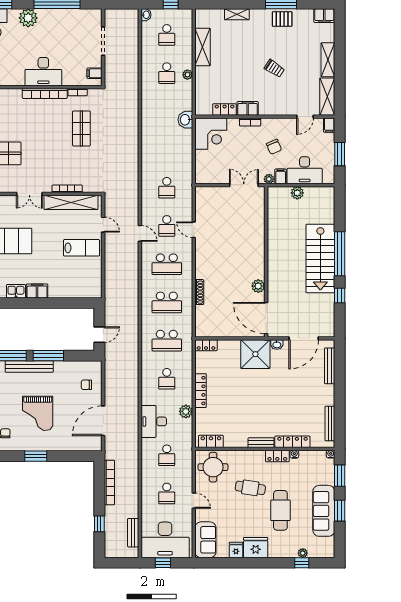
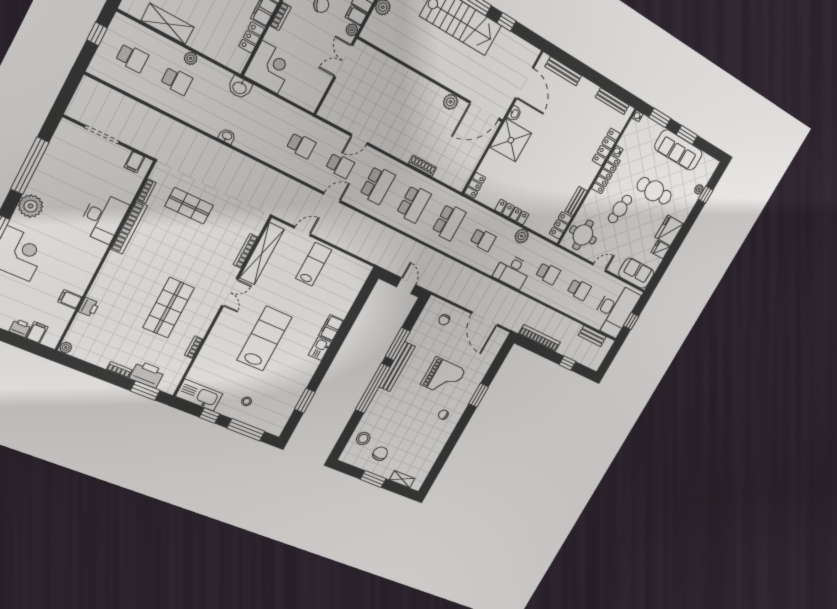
washbasin: (146, 15) -> (227, 136), moved
bench: (261, 443) -> (576, 201), moved
locker: (277, 456) -> (606, 174), width x1.53

